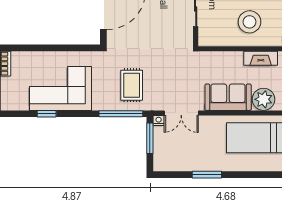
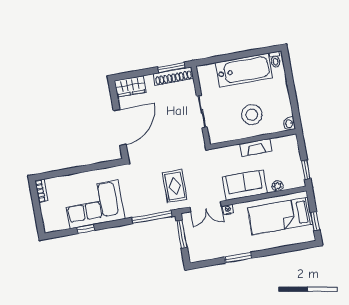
fireplace: (261, 58) -> (256, 147), moved
rug: (132, 85) -> (175, 186), moved
plant: (264, 99) -> (278, 186), width x0.53, depth x0.53
nightstand: (159, 120) -> (228, 210), moved

